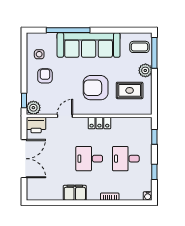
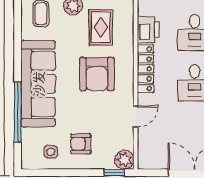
door: (65, 116) -> (136, 116), swing flipped
locker: (99, 123) -> (145, 69), width x1.53
printer: (36, 125) -> (148, 30), moved

